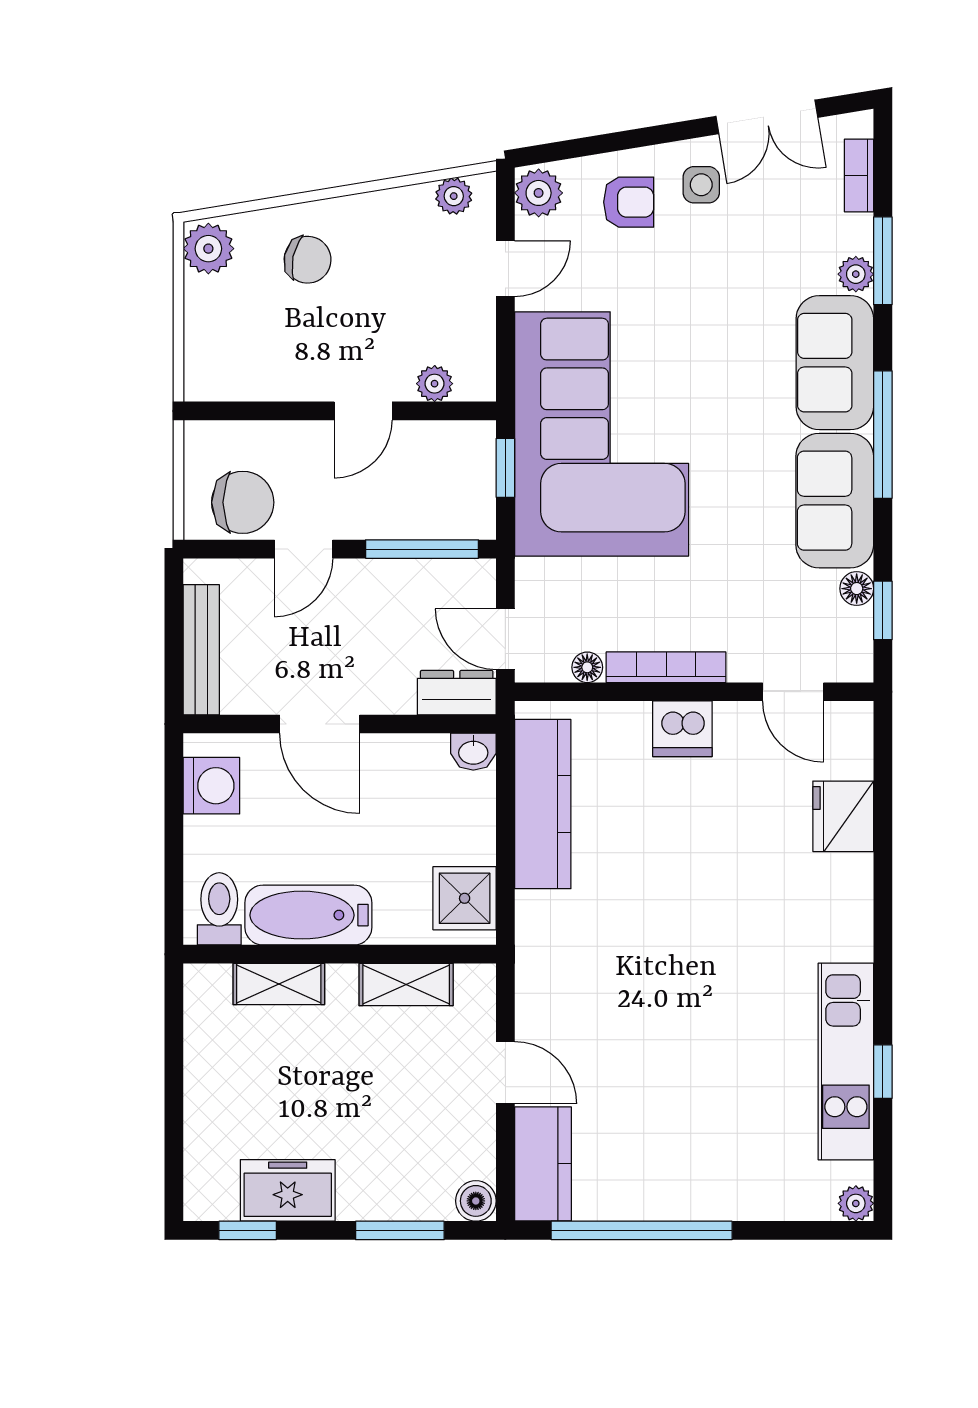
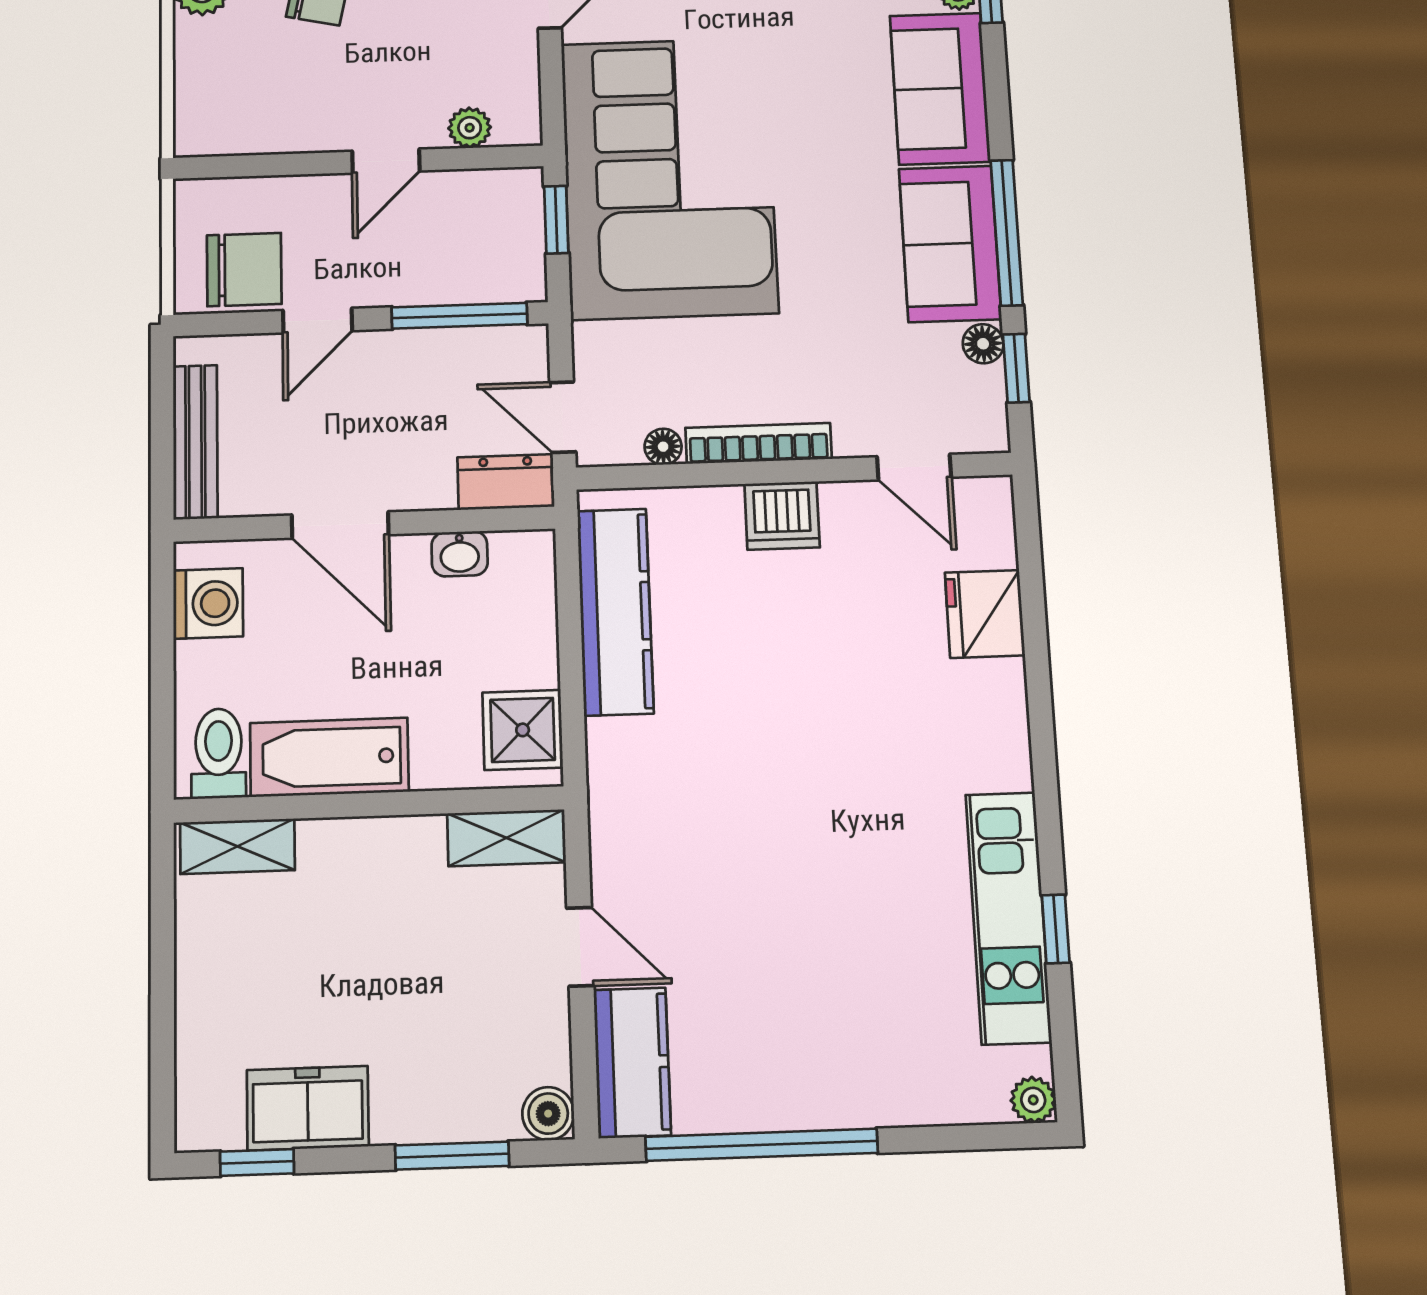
window: (883, 435) -> (1007, 233), moved
washbasin: (473, 752) -> (460, 554), moved
shelving: (279, 984) -> (237, 846), moved
shelving: (406, 985) -> (506, 838), moved

